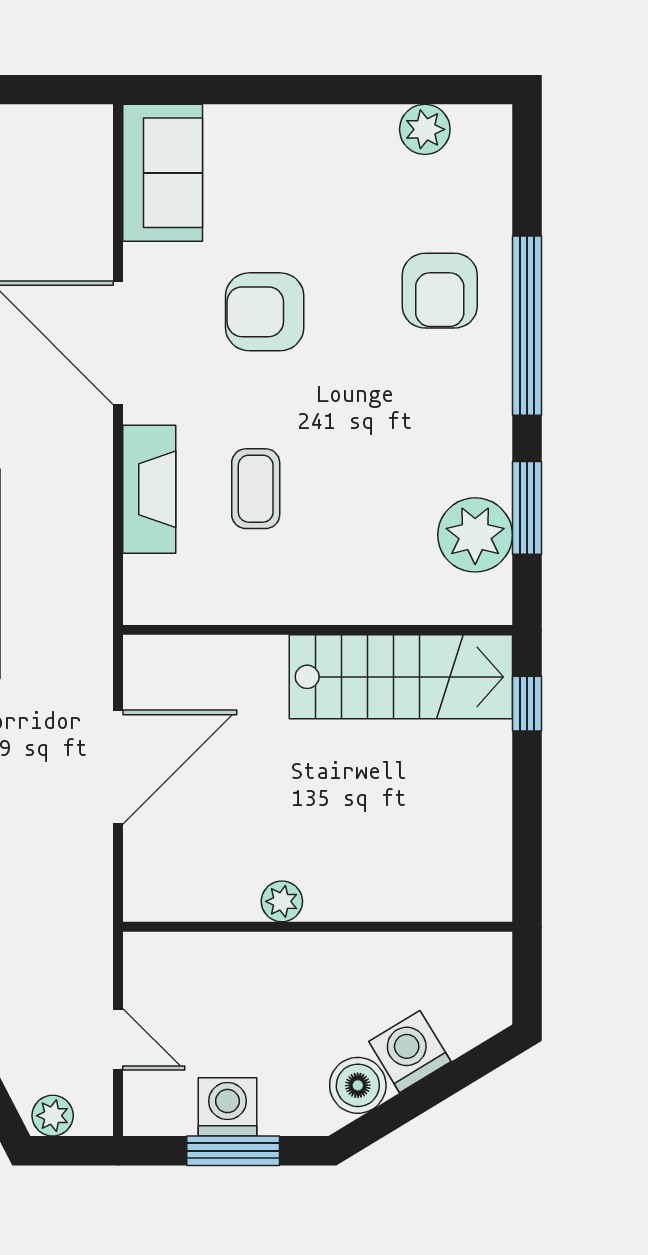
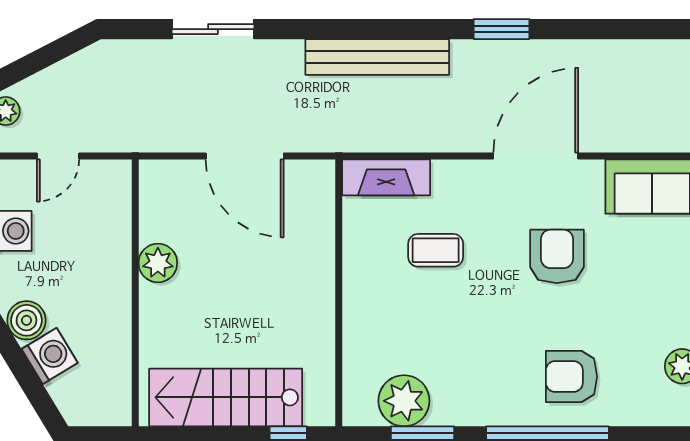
fireplace: (149, 489) -> (386, 177), moved
stairs: (401, 677) -> (226, 397), moved, turned 90
plant: (282, 901) -> (158, 263), width x1.38, depth x1.38

